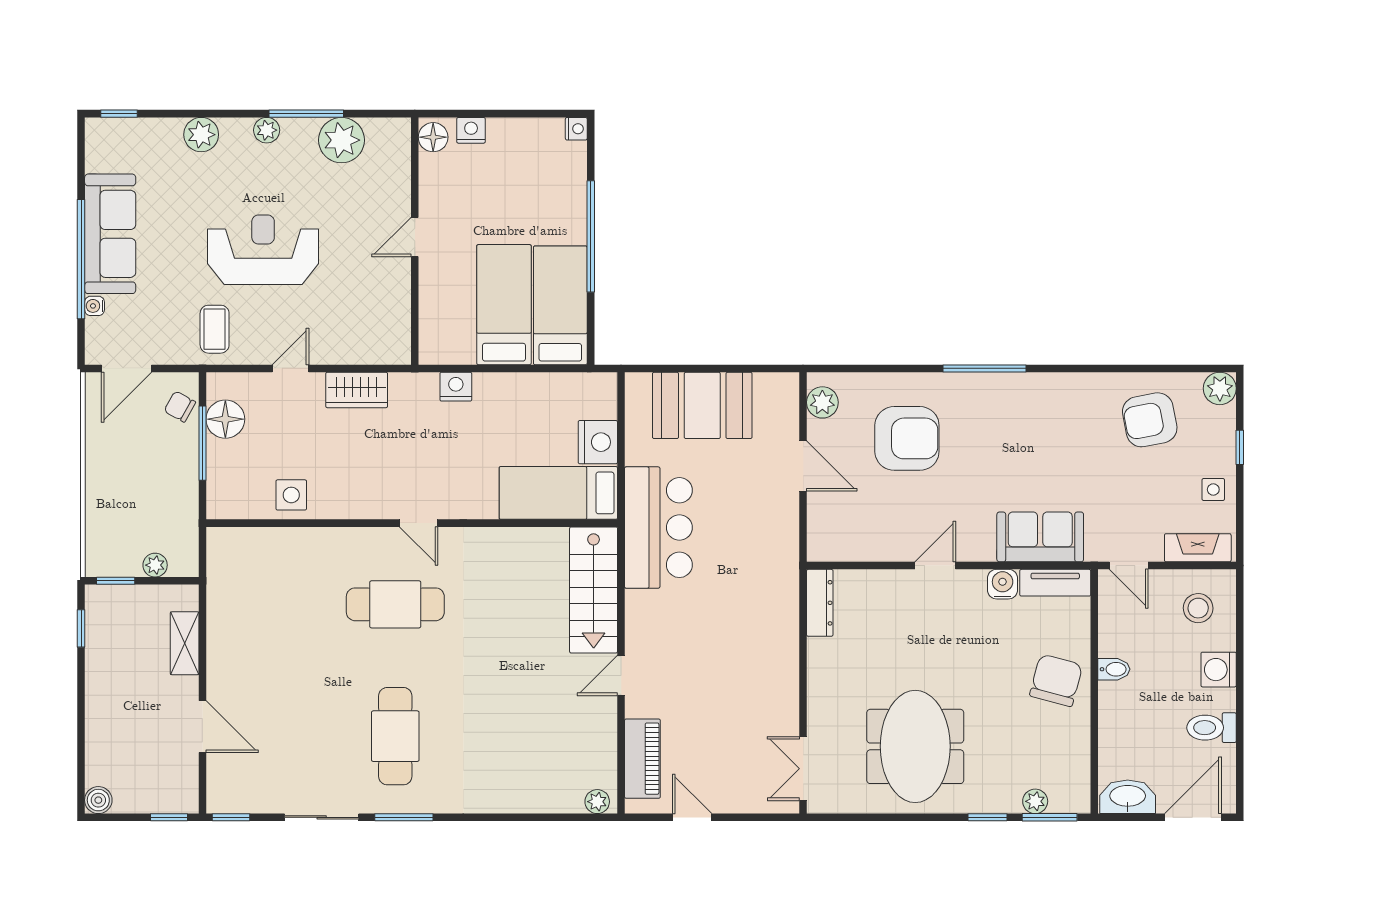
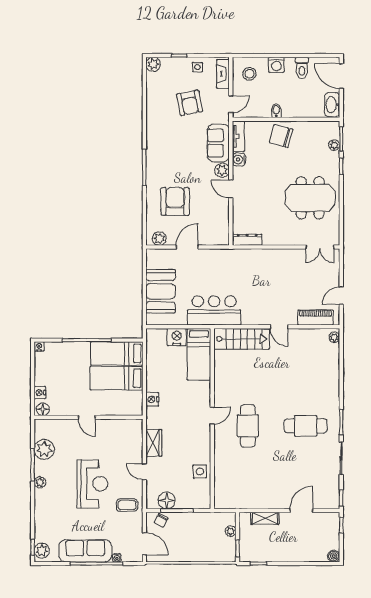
plant: (201, 135) -> (42, 551), moved
reception desk: (263, 250) -> (92, 484), turned 180
armchair: (1150, 420) -> (189, 103), moved
plant: (978, 545) -> (222, 170), added

